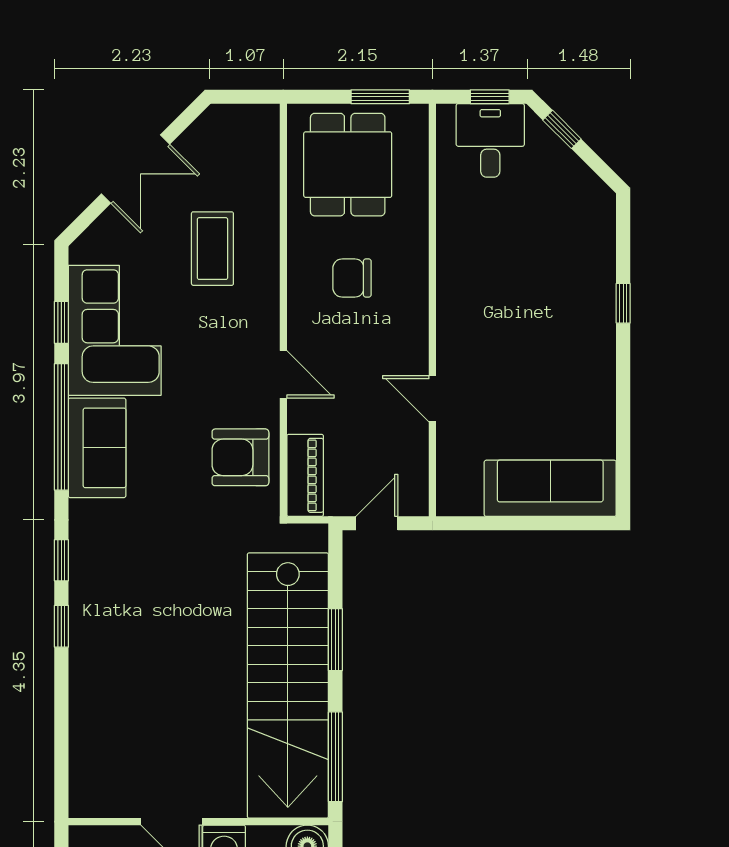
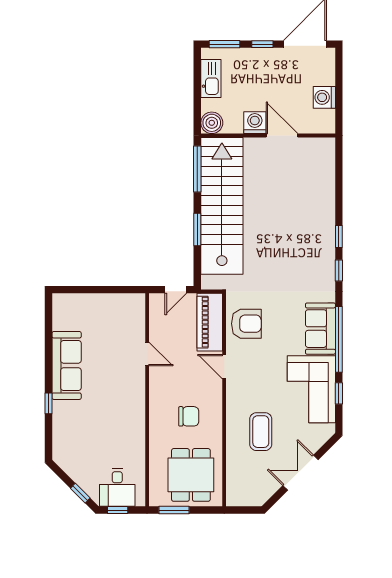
piano: (305, 475) -> (210, 322), width x1.37, depth x1.33
sofa: (550, 488) -> (67, 365), moved, turned -90

